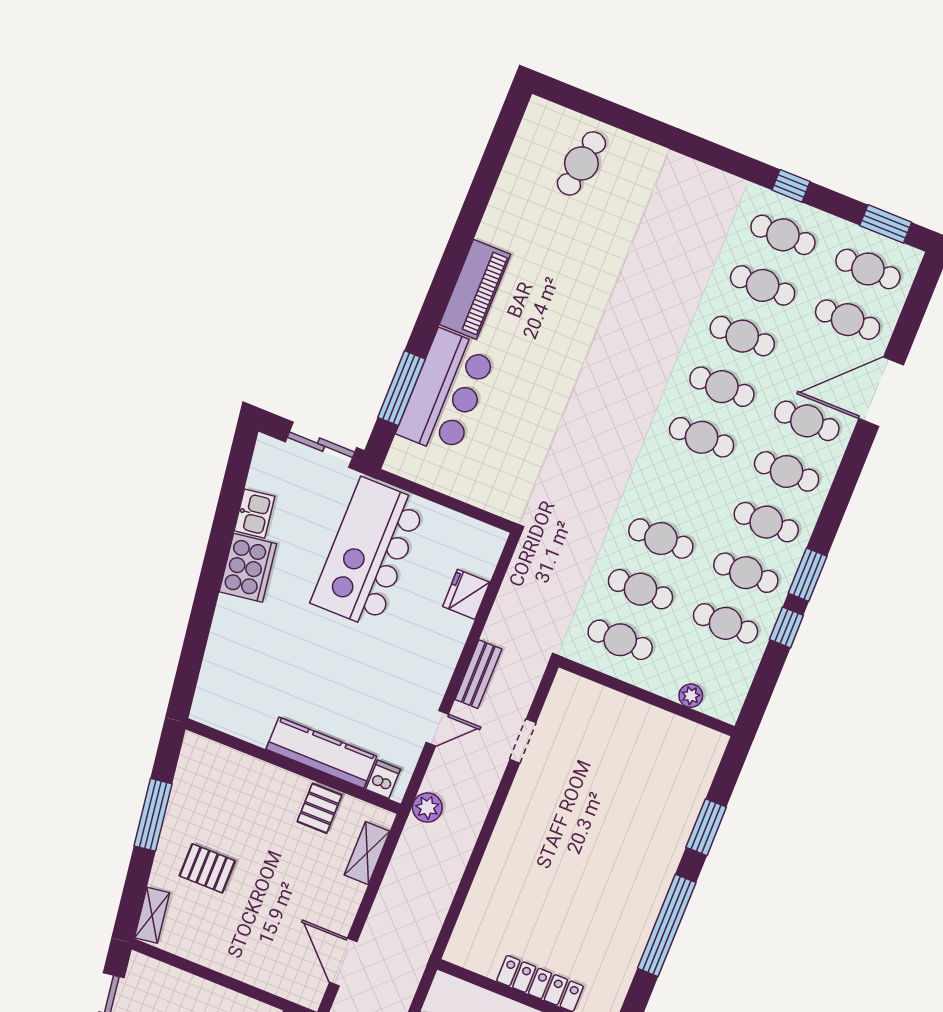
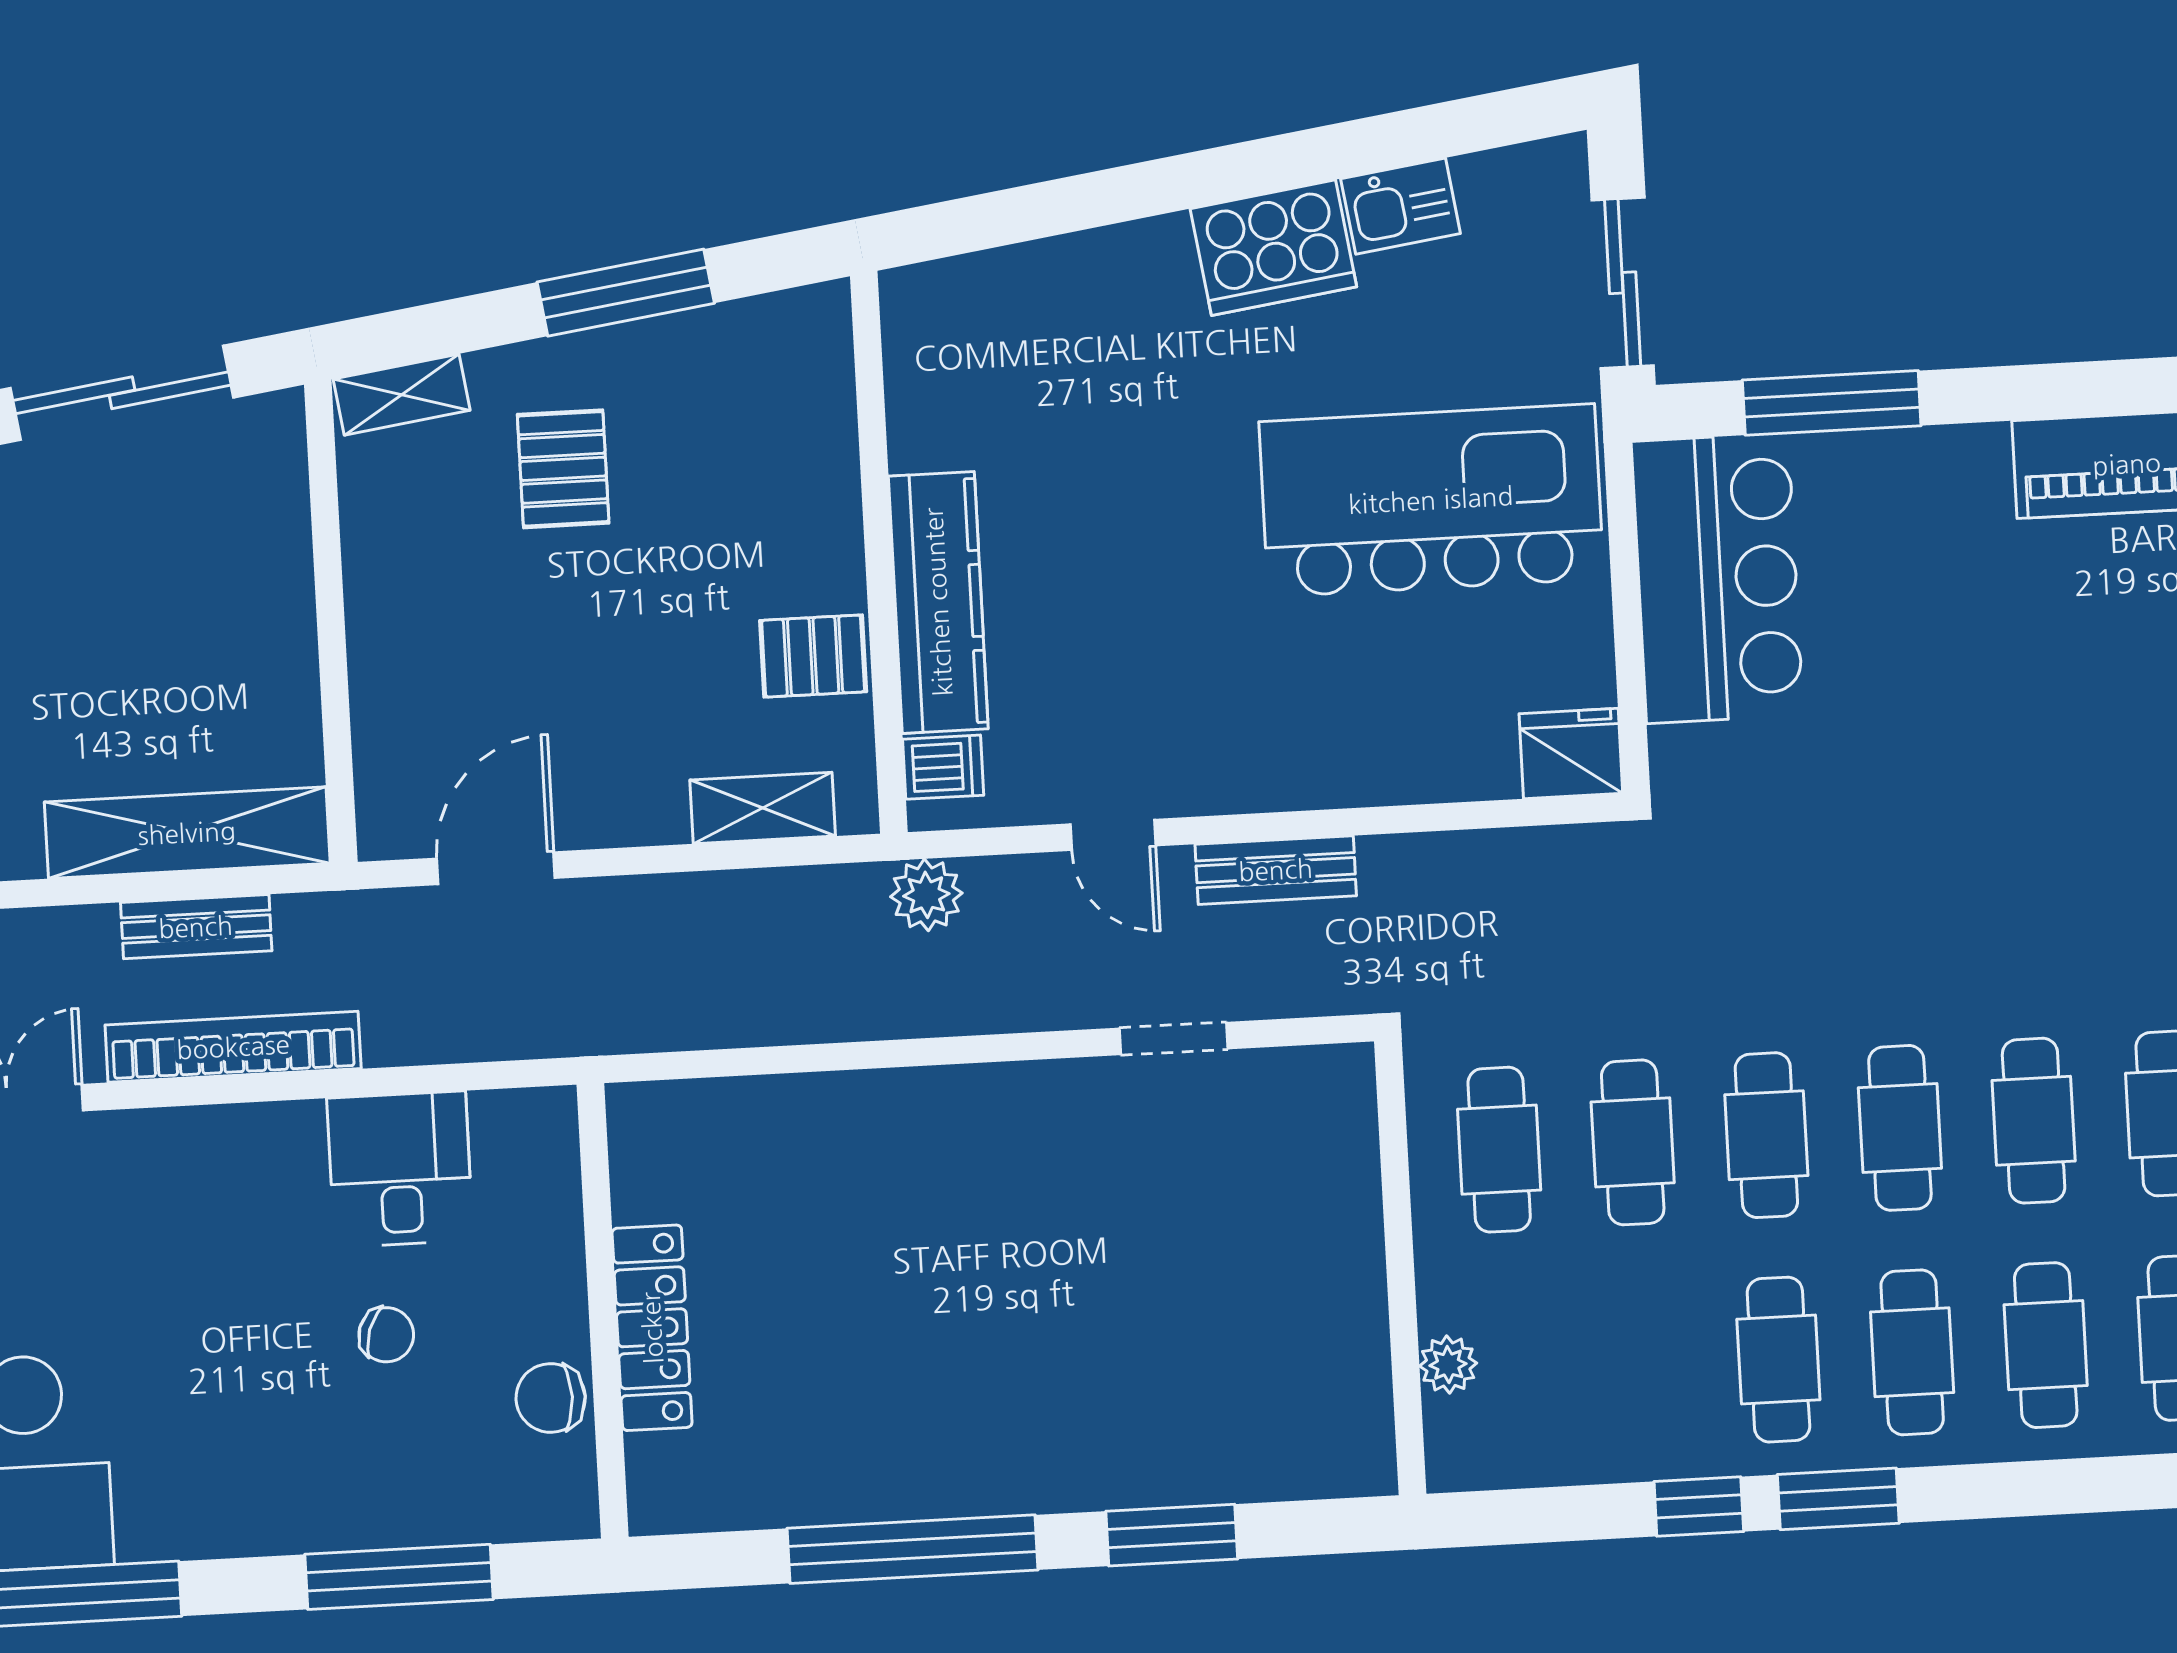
bar counter: (446, 392) -> (1717, 578), moved, turned -90
fridge: (466, 594) -> (1571, 753), moved
cafe table: (726, 623) -> (1900, 1128), moved

